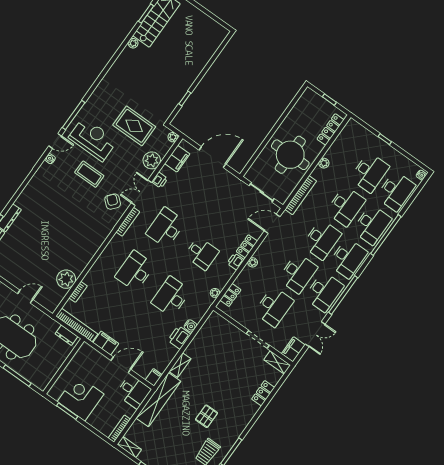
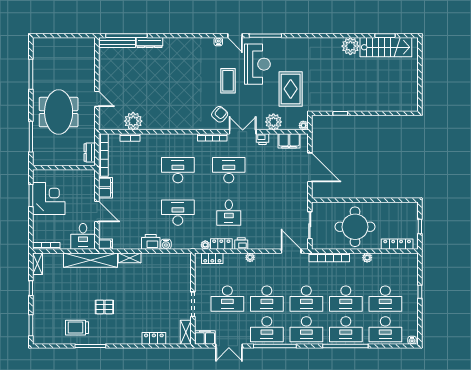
plant: (133, 43) -> (350, 46), width x1.87, depth x1.87
locker: (247, 246) -> (221, 244), moved

